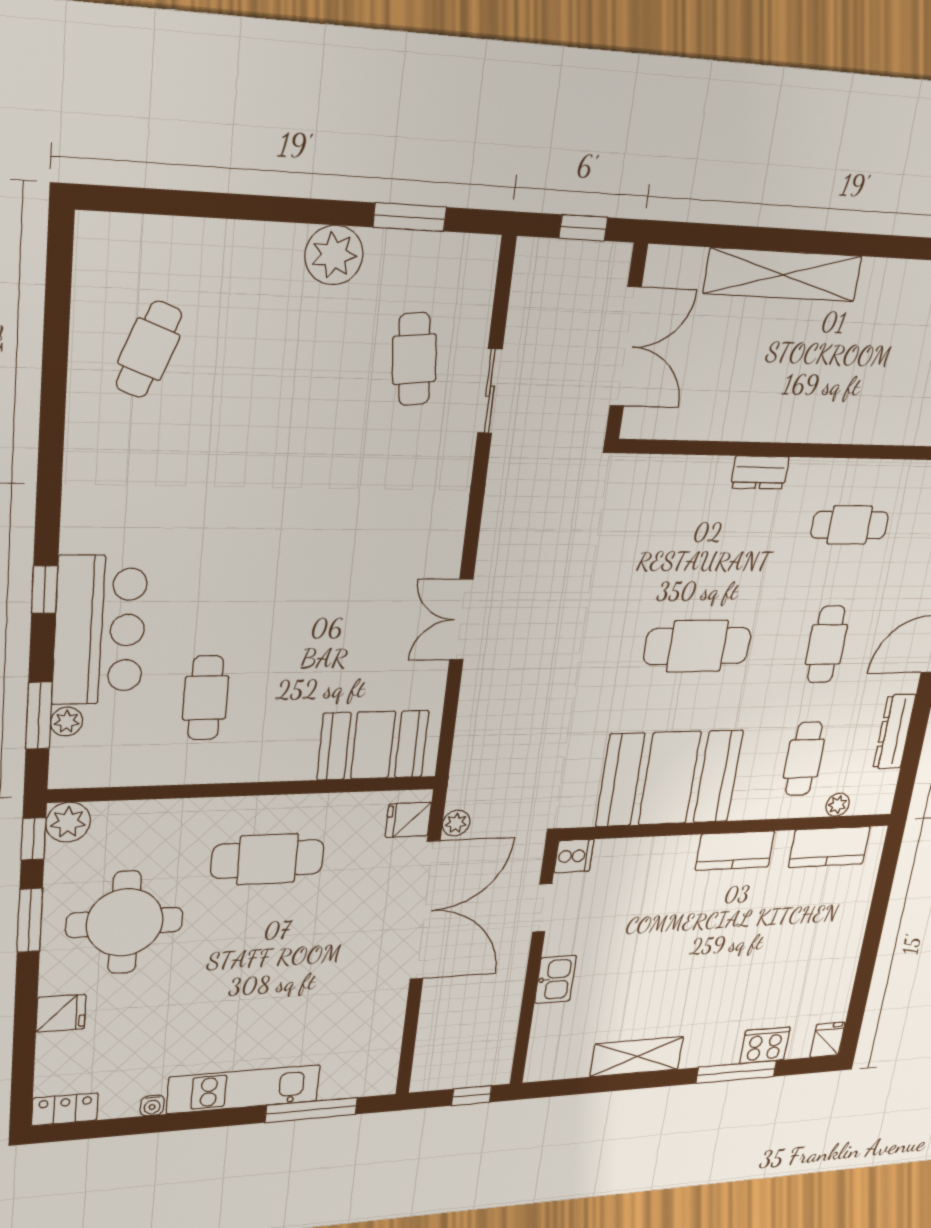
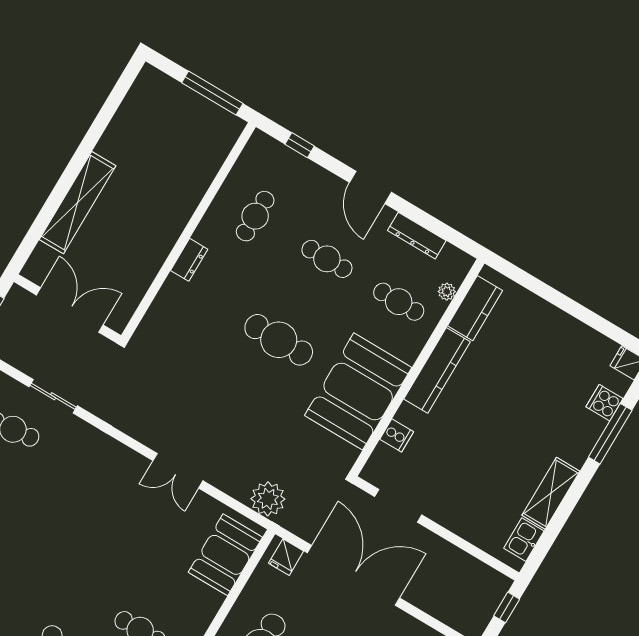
cafe table: (697, 646) -> (279, 340), turned 90
plant: (456, 823) -> (268, 499), moved, width x1.87, depth x1.87
kitchen counter: (735, 851) -> (437, 370), width x1.50
cooker: (574, 856) -> (397, 435), moved, turned 90
doorway: (542, 908) -> (398, 506), width x1.38
kitchen sink: (555, 979) -> (524, 540), moved, turned -90
cooker: (765, 1045) -> (605, 403), width x0.73

